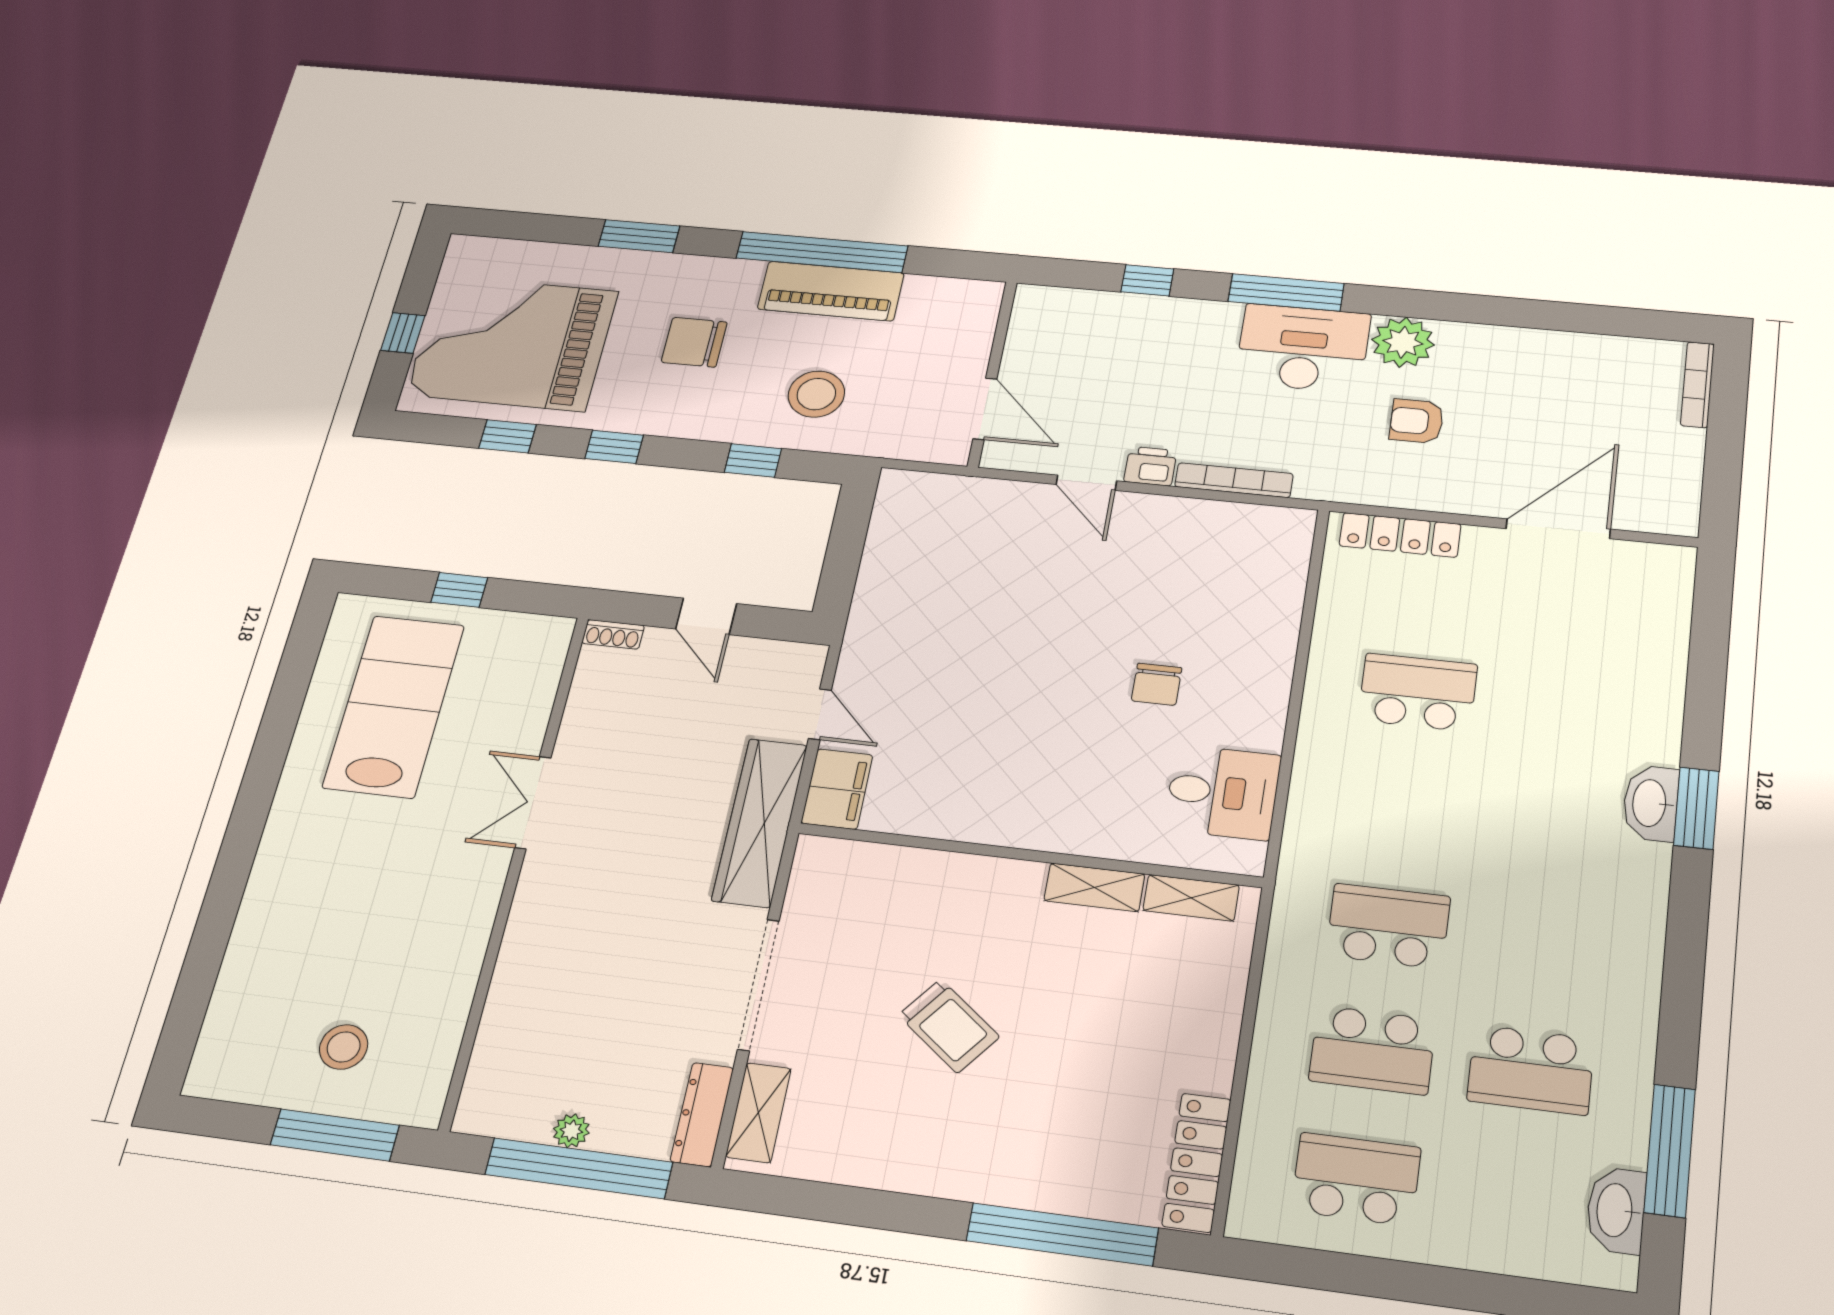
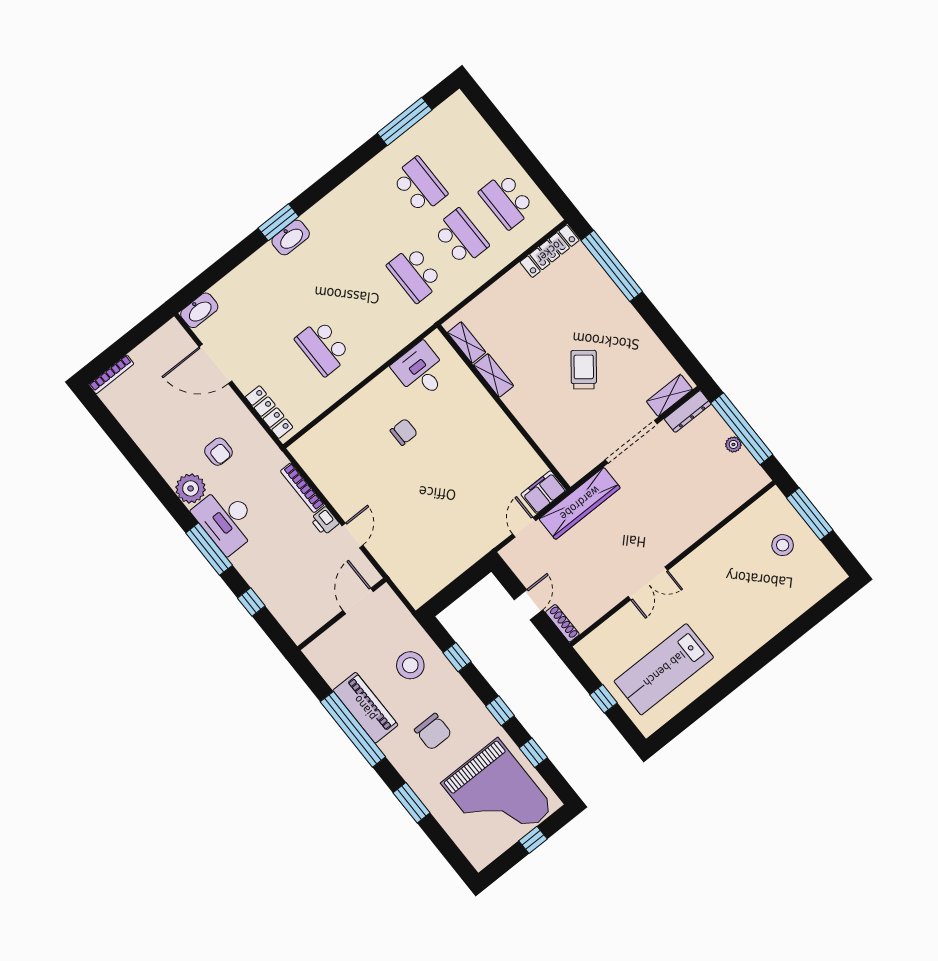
shoe rack: (613, 634) -> (562, 623), width x1.43
washbasin: (1616, 1210) -> (199, 310), moved

